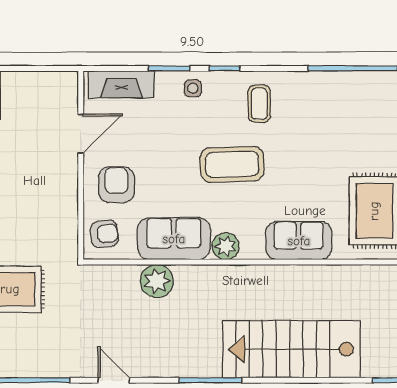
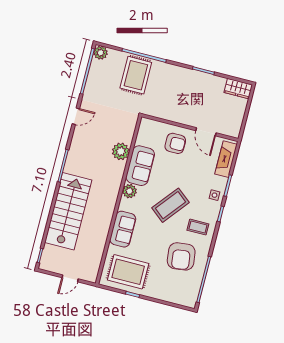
coffee table: (232, 164) -> (171, 205), turned 41
armchair: (104, 234) -> (181, 256), moved, width x1.88, depth x1.88

